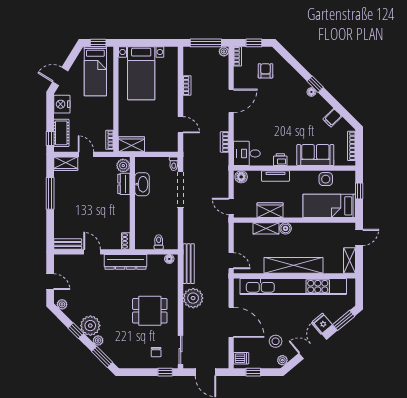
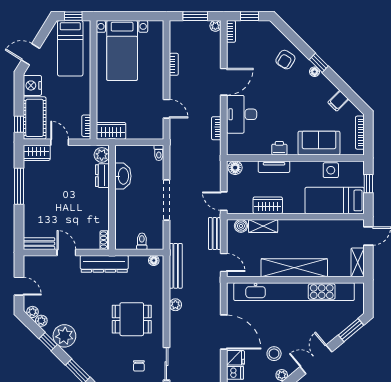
window: (206, 43) -> (195, 16), width x0.69
armchair: (265, 71) -> (285, 60), moved, turned -148
cot: (61, 133) -> (35, 118), width x1.37, depth x1.34
desk: (247, 153) -> (242, 114), moved, width x1.37
doorway: (181, 189) -> (166, 200), moved
boiler: (286, 228) -> (241, 226), moved
bench: (223, 235) -> (215, 234), added
plant: (193, 298) -> (175, 305), width x0.53, depth x0.53
fridge: (322, 323) -> (235, 358), moved, turned 130
plant: (98, 340) -> (41, 321), moved

